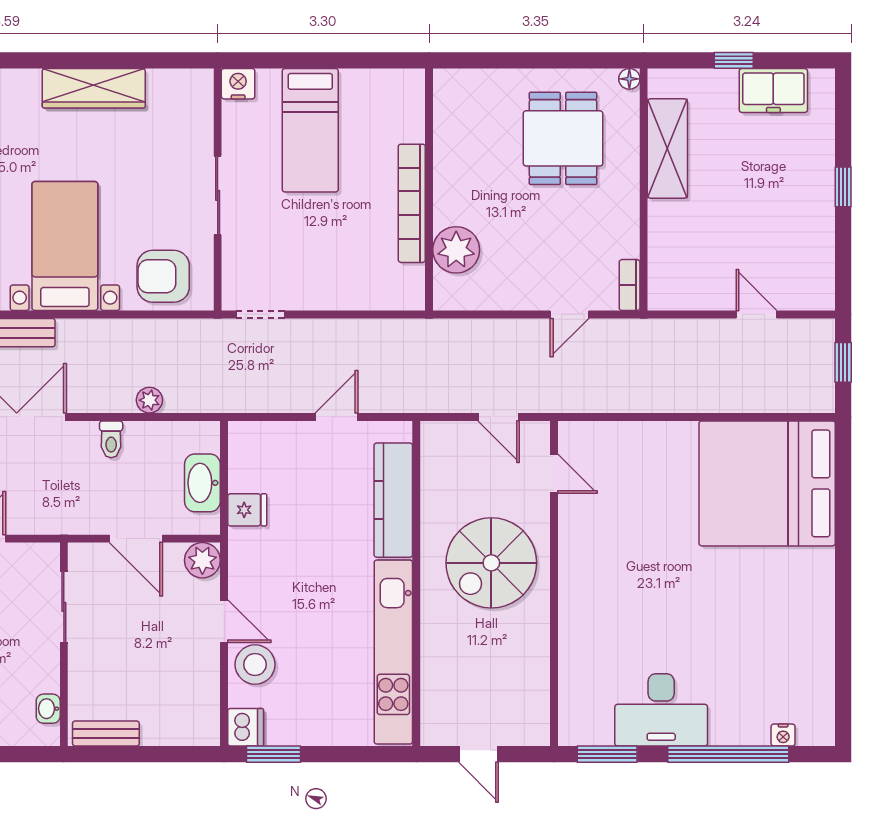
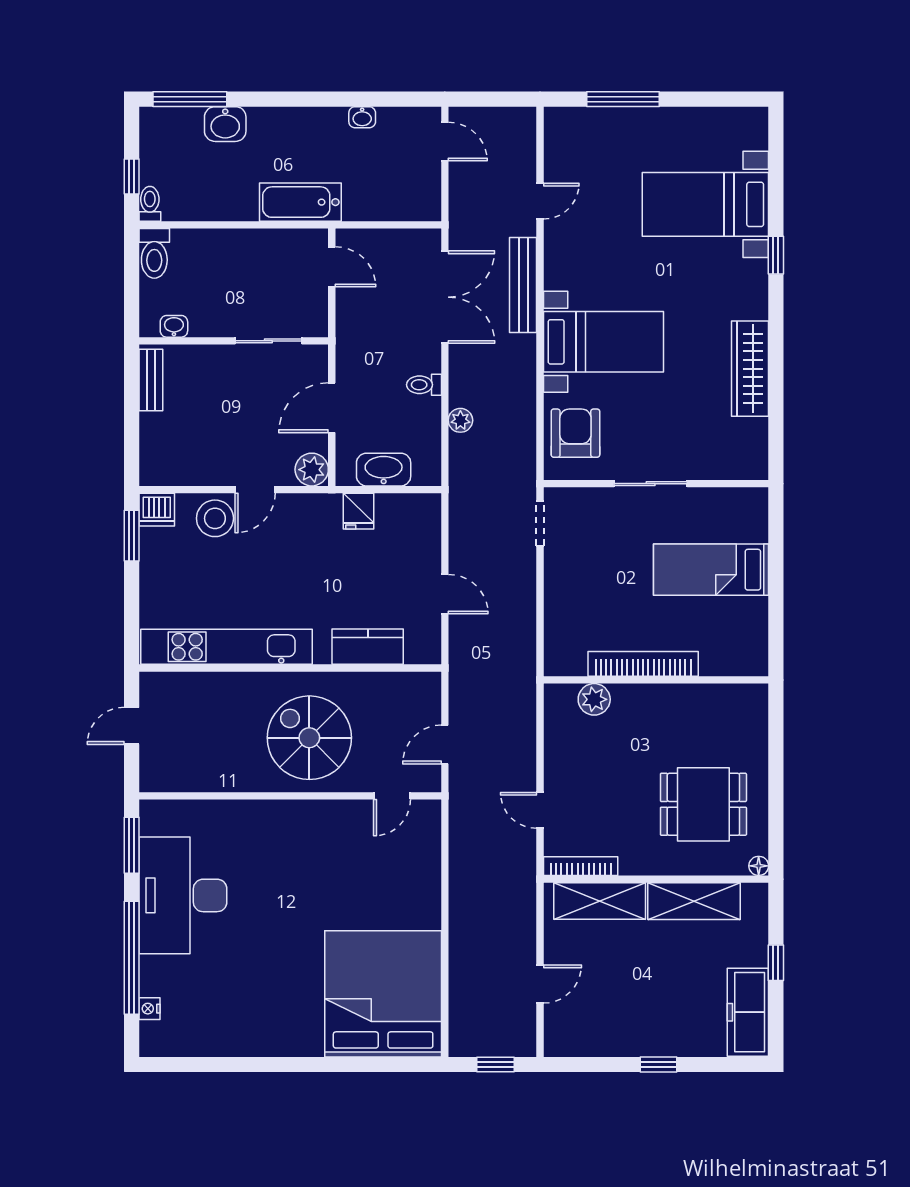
nightstand: (238, 84) -> (754, 503), removed
freezer: (773, 91) -> (748, 1012), width x1.40
plant: (456, 250) -> (594, 699), width x0.73, depth x0.73
shelving: (667, 250) -> (600, 901), added
bookcase: (630, 285) -> (581, 866), width x1.56
kitchen counter: (393, 500) -> (368, 647), width x0.67
desk: (661, 710) -> (183, 895), width x1.36, depth x1.30

